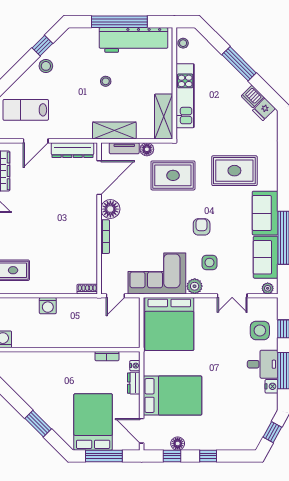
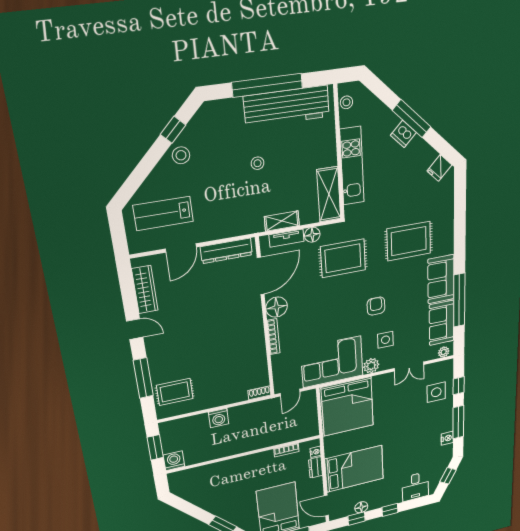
dishwasher: (253, 96) -> (403, 134), moved
shelving: (114, 130) -> (282, 221), width x0.67, depth x0.75
desk: (263, 364) -> (415, 487), moved, turned 90

